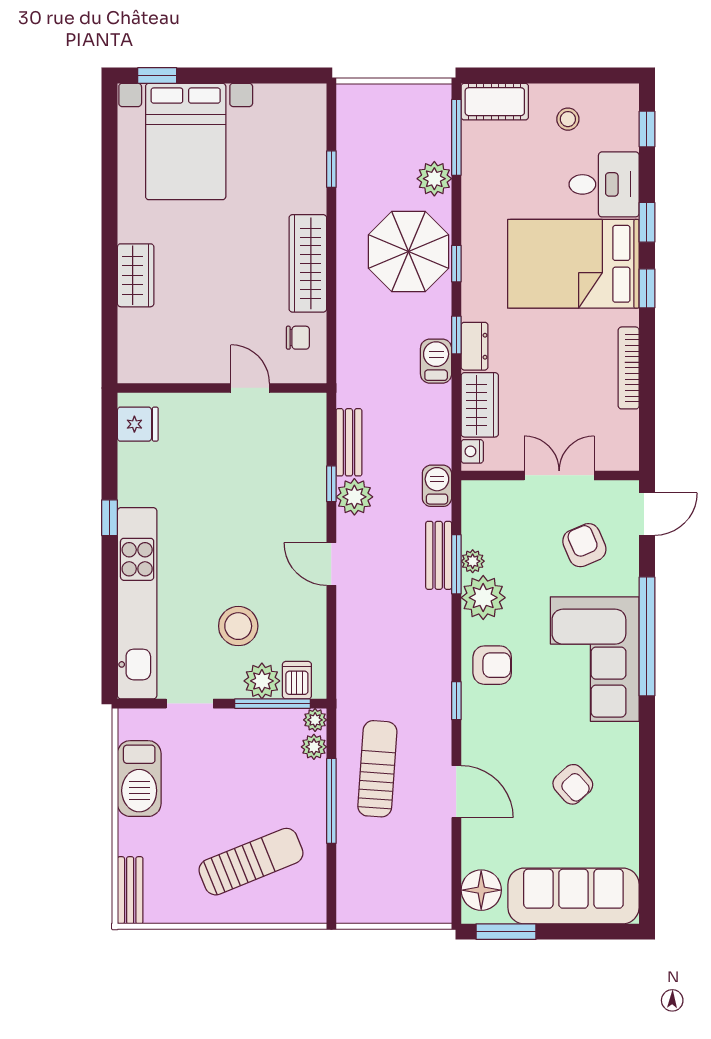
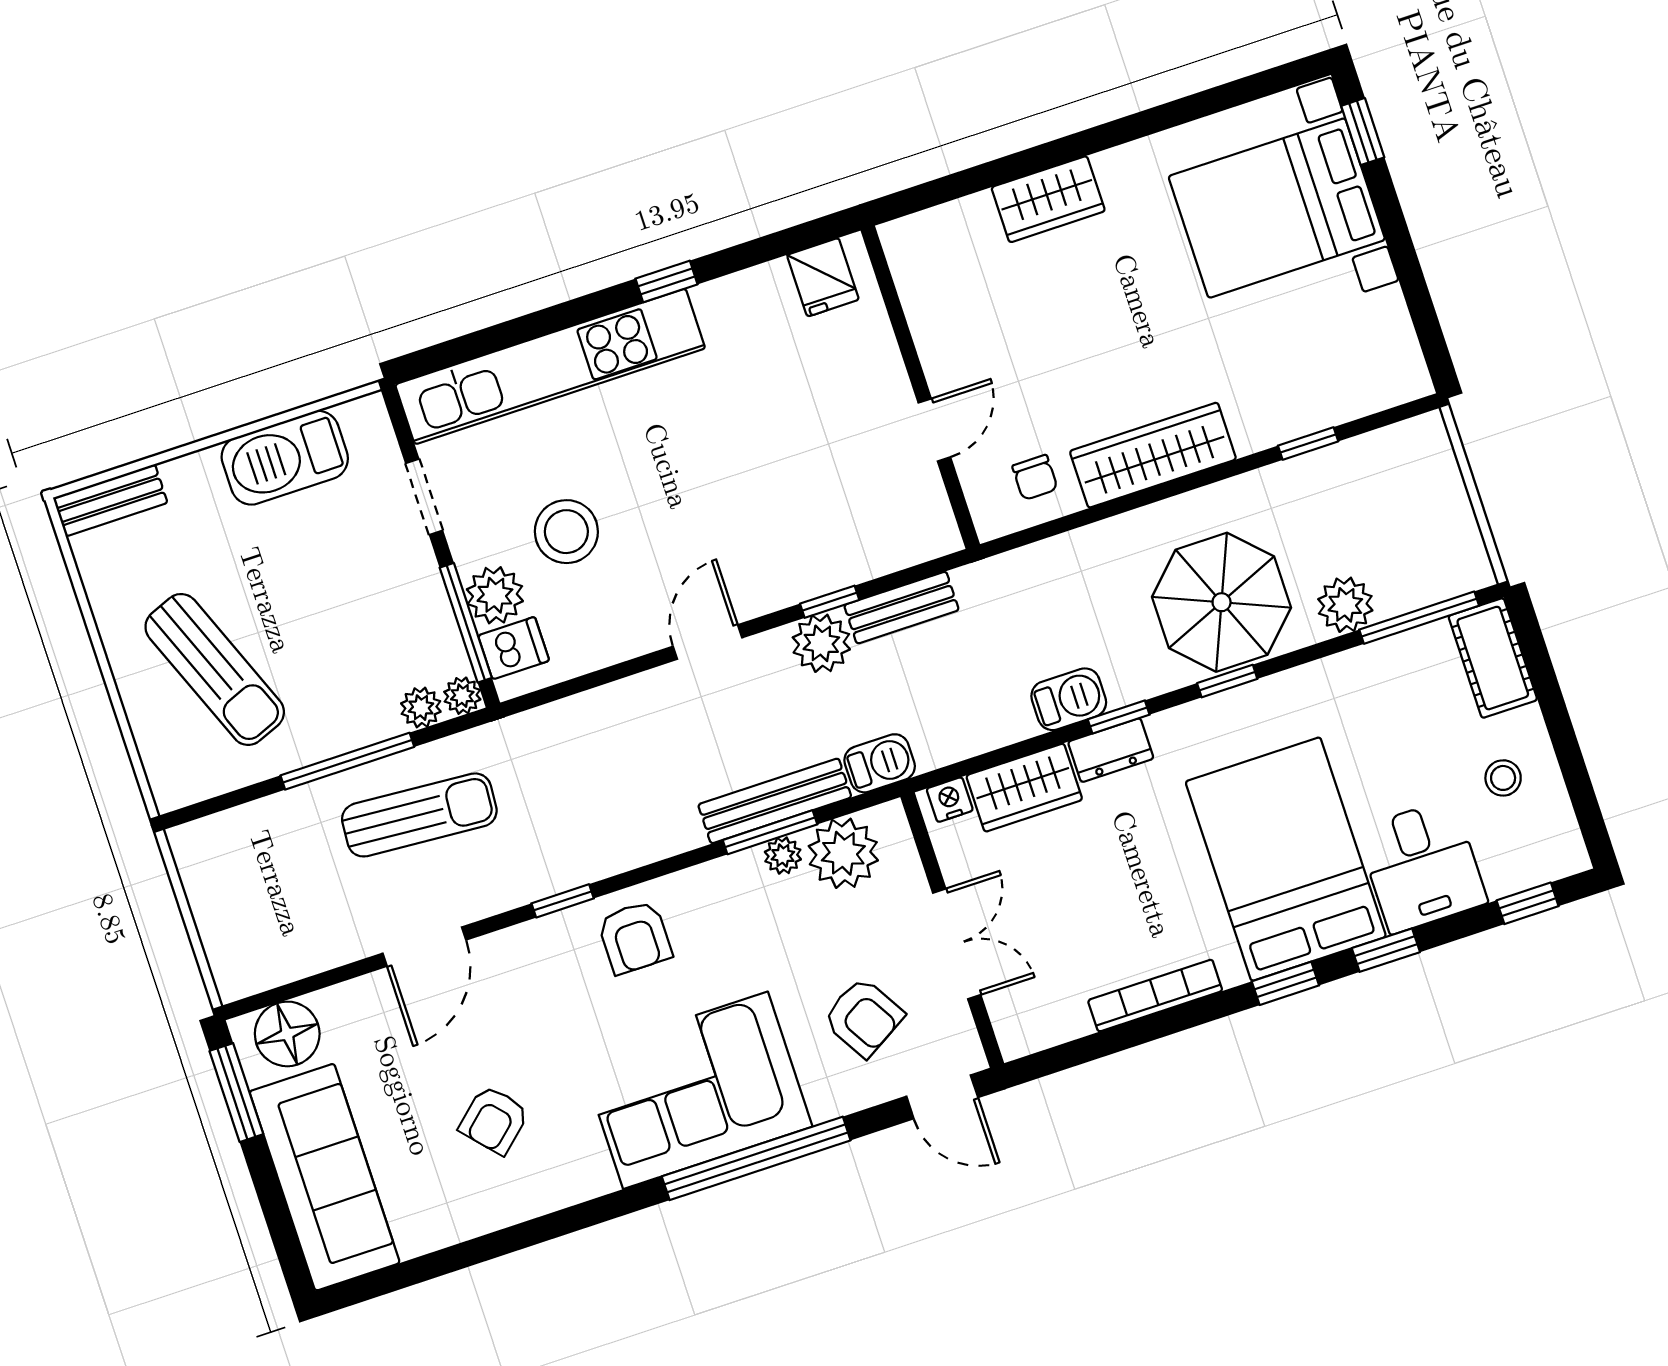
armchair: (584, 545) -> (863, 1017), turned 82
bench: (439, 555) -> (775, 801), width x1.36
plant: (483, 598) -> (843, 853), moved

